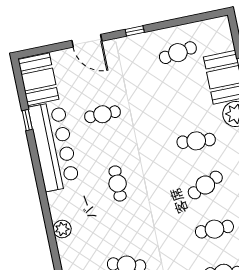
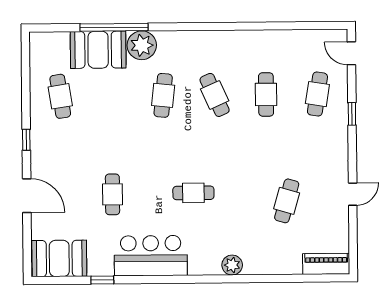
door: (87, 41) -> (27, 196), hinge flipped
bar counter: (54, 146) -> (151, 256), width x0.73

